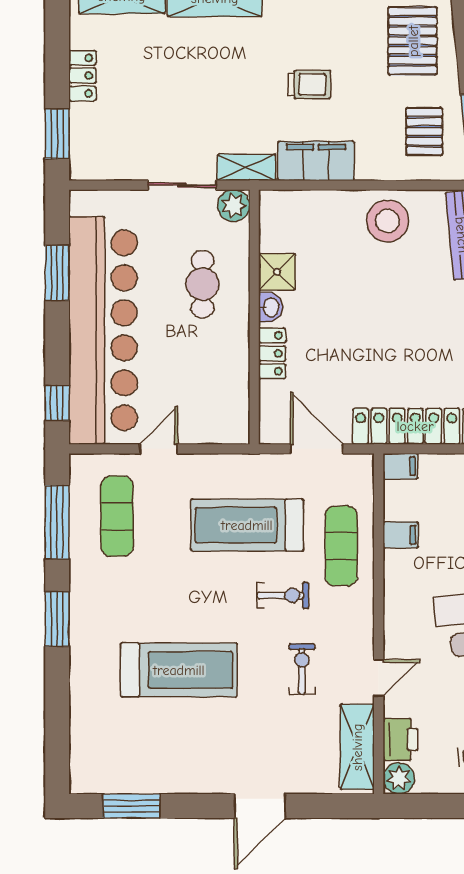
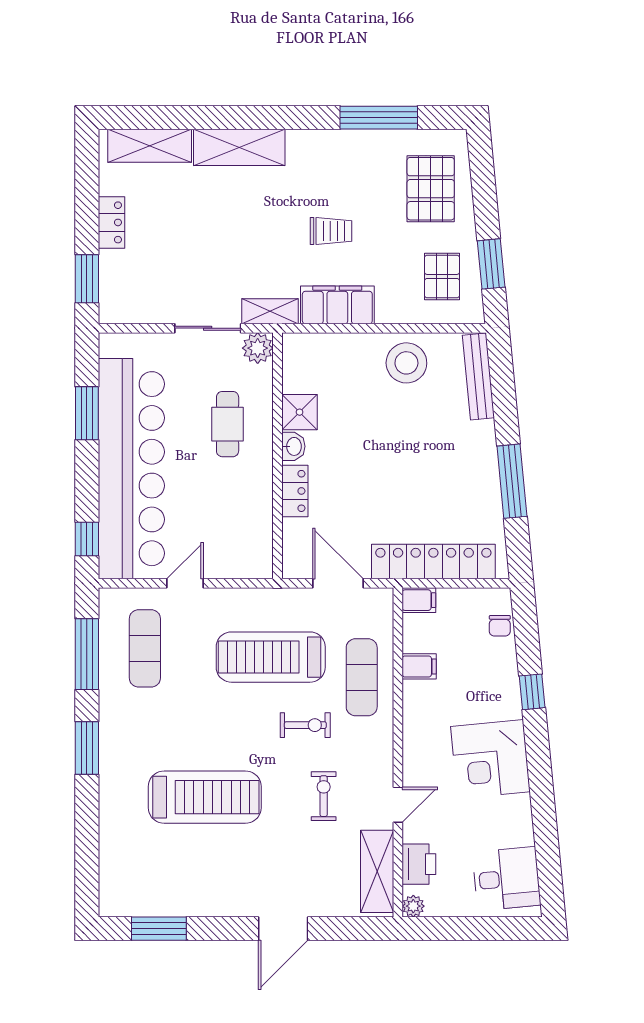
plant: (399, 778) -> (413, 906), width x0.73, depth x0.73

